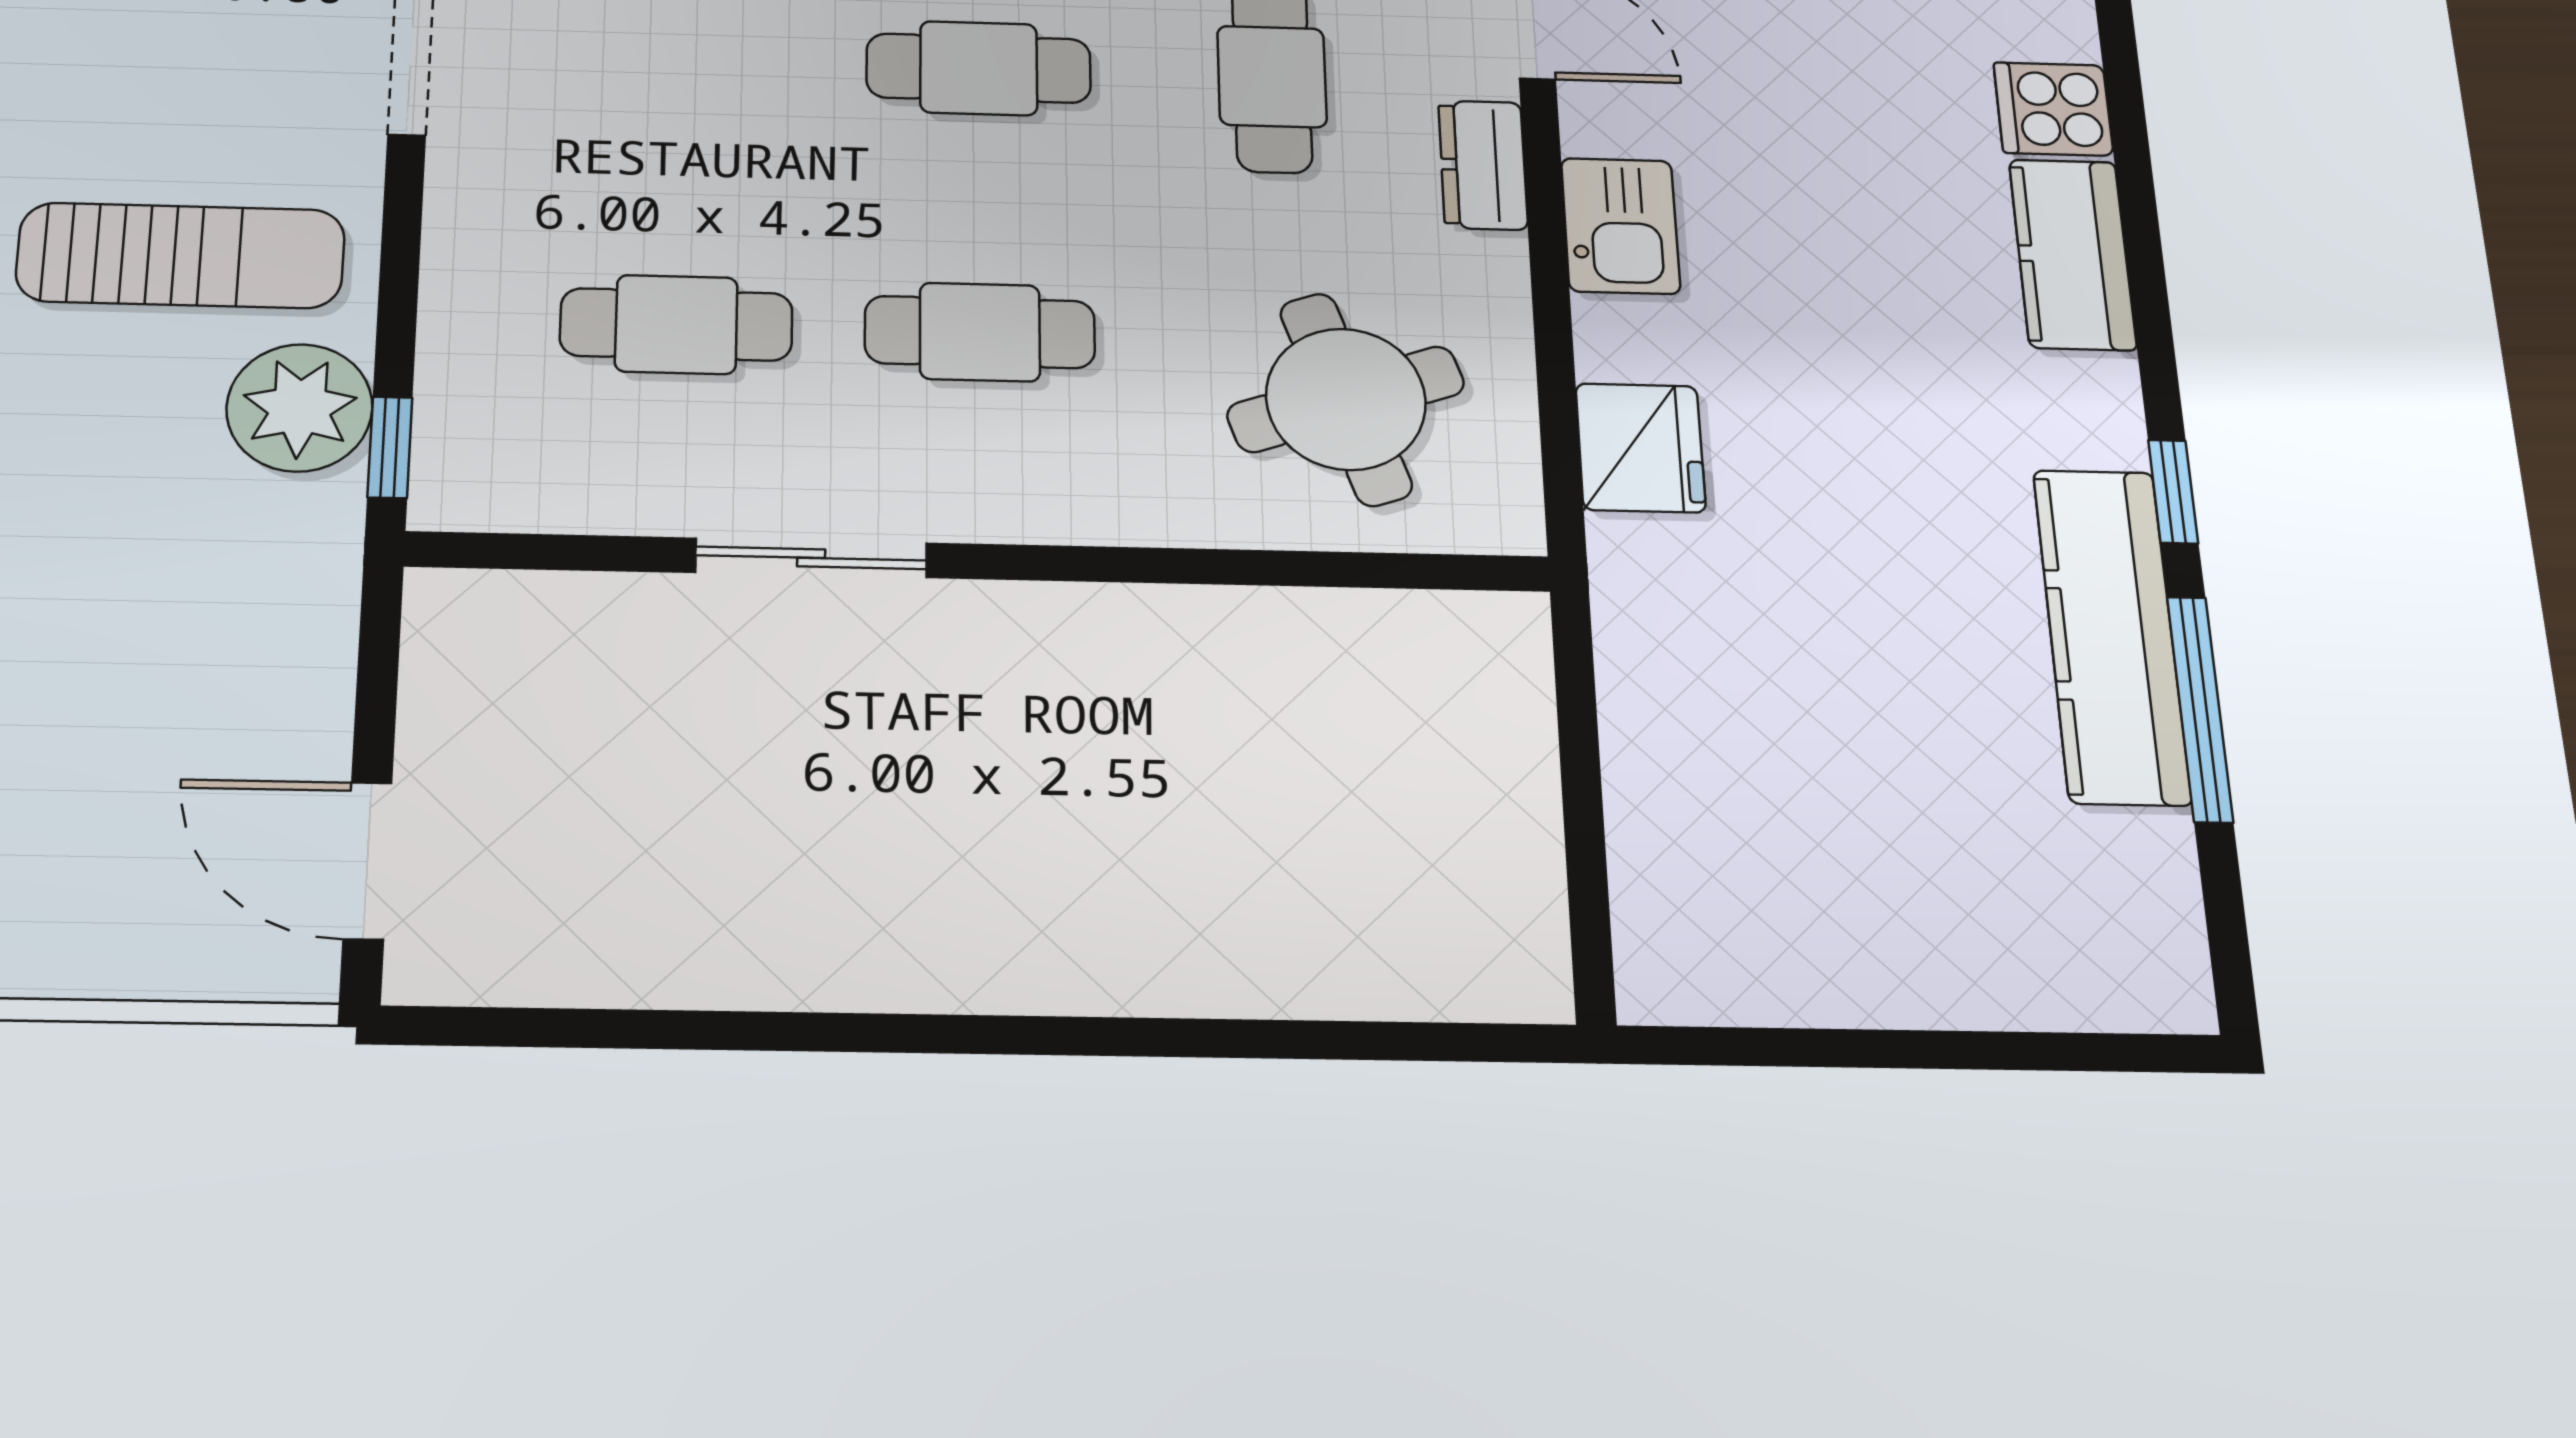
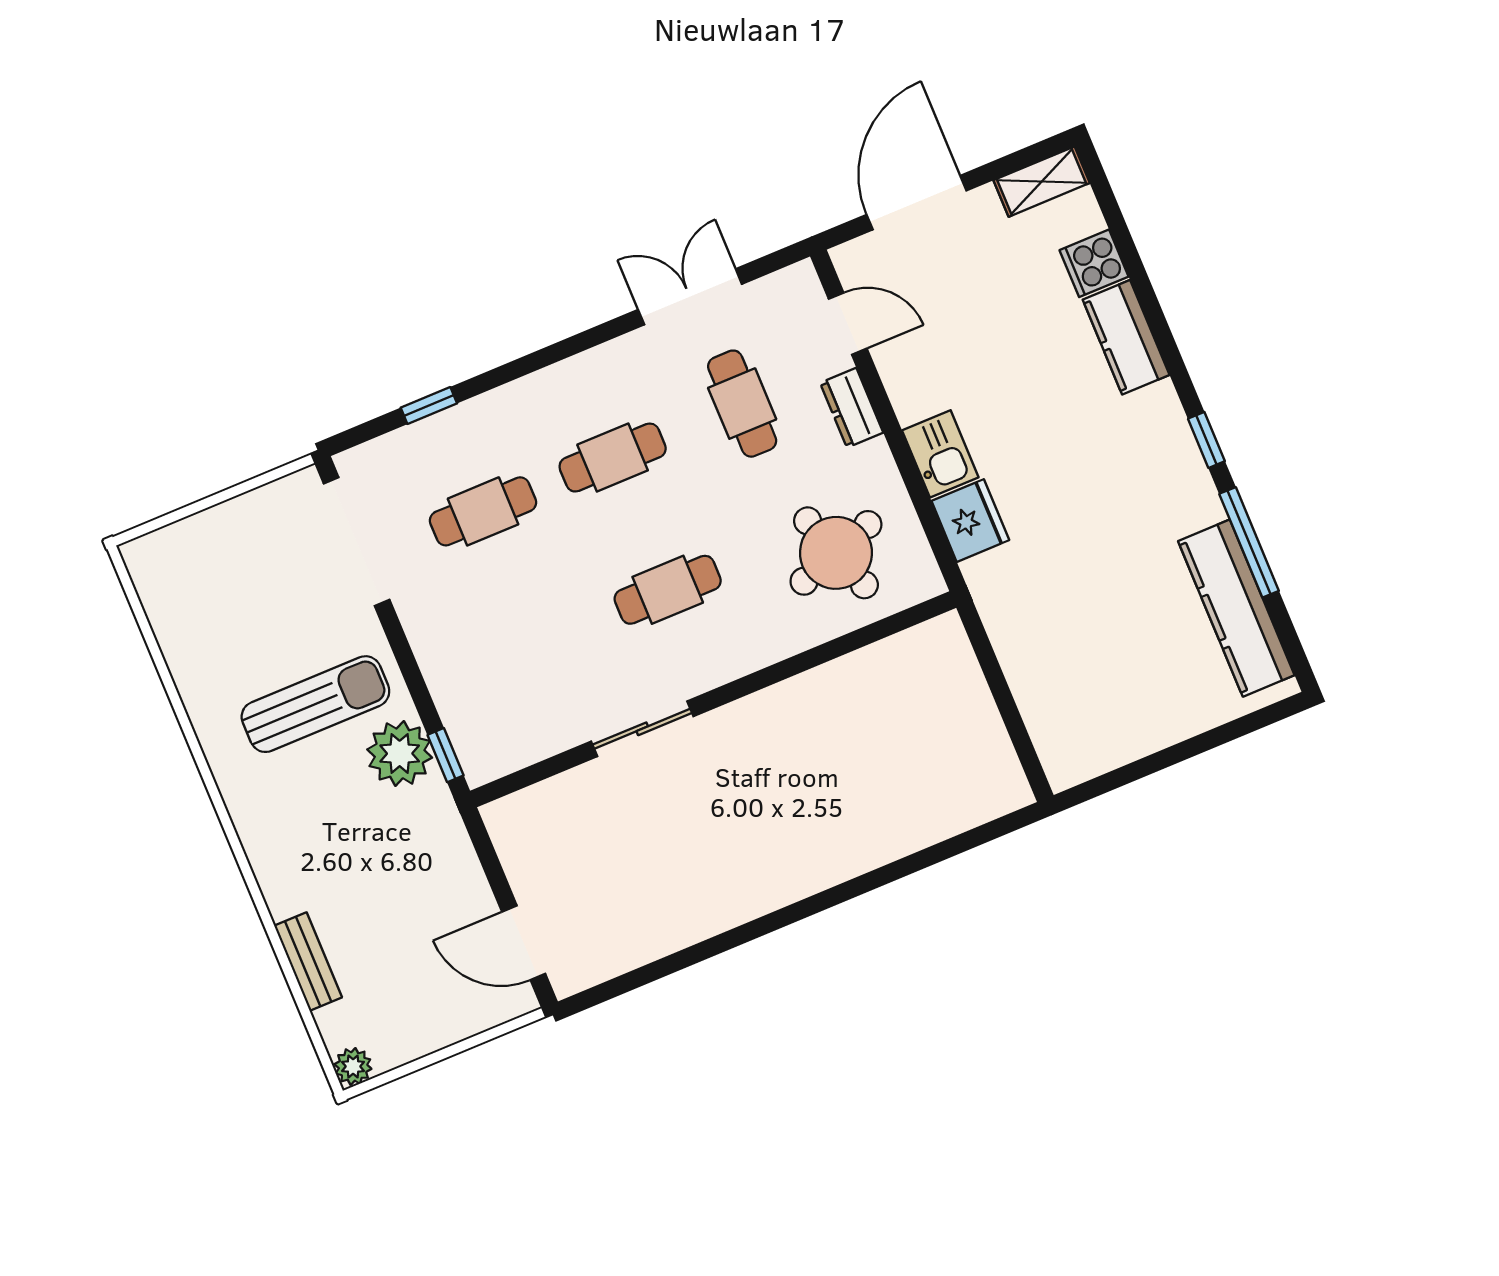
kitchen sink: (1620, 226) -> (940, 454), moved
cafe table: (676, 324) -> (483, 511), moved
kitchen counter: (2111, 636) -> (1236, 608), moved

